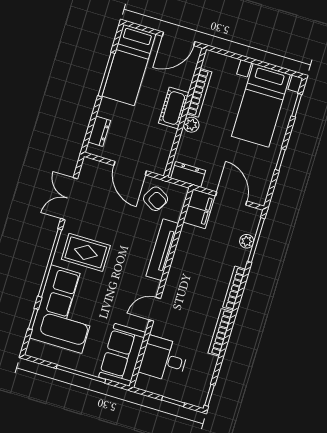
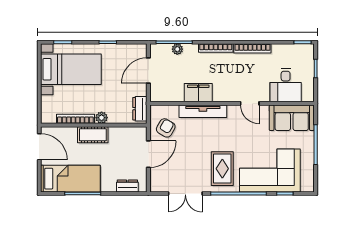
filing cabinet: (199, 209) -> (198, 93), moved

